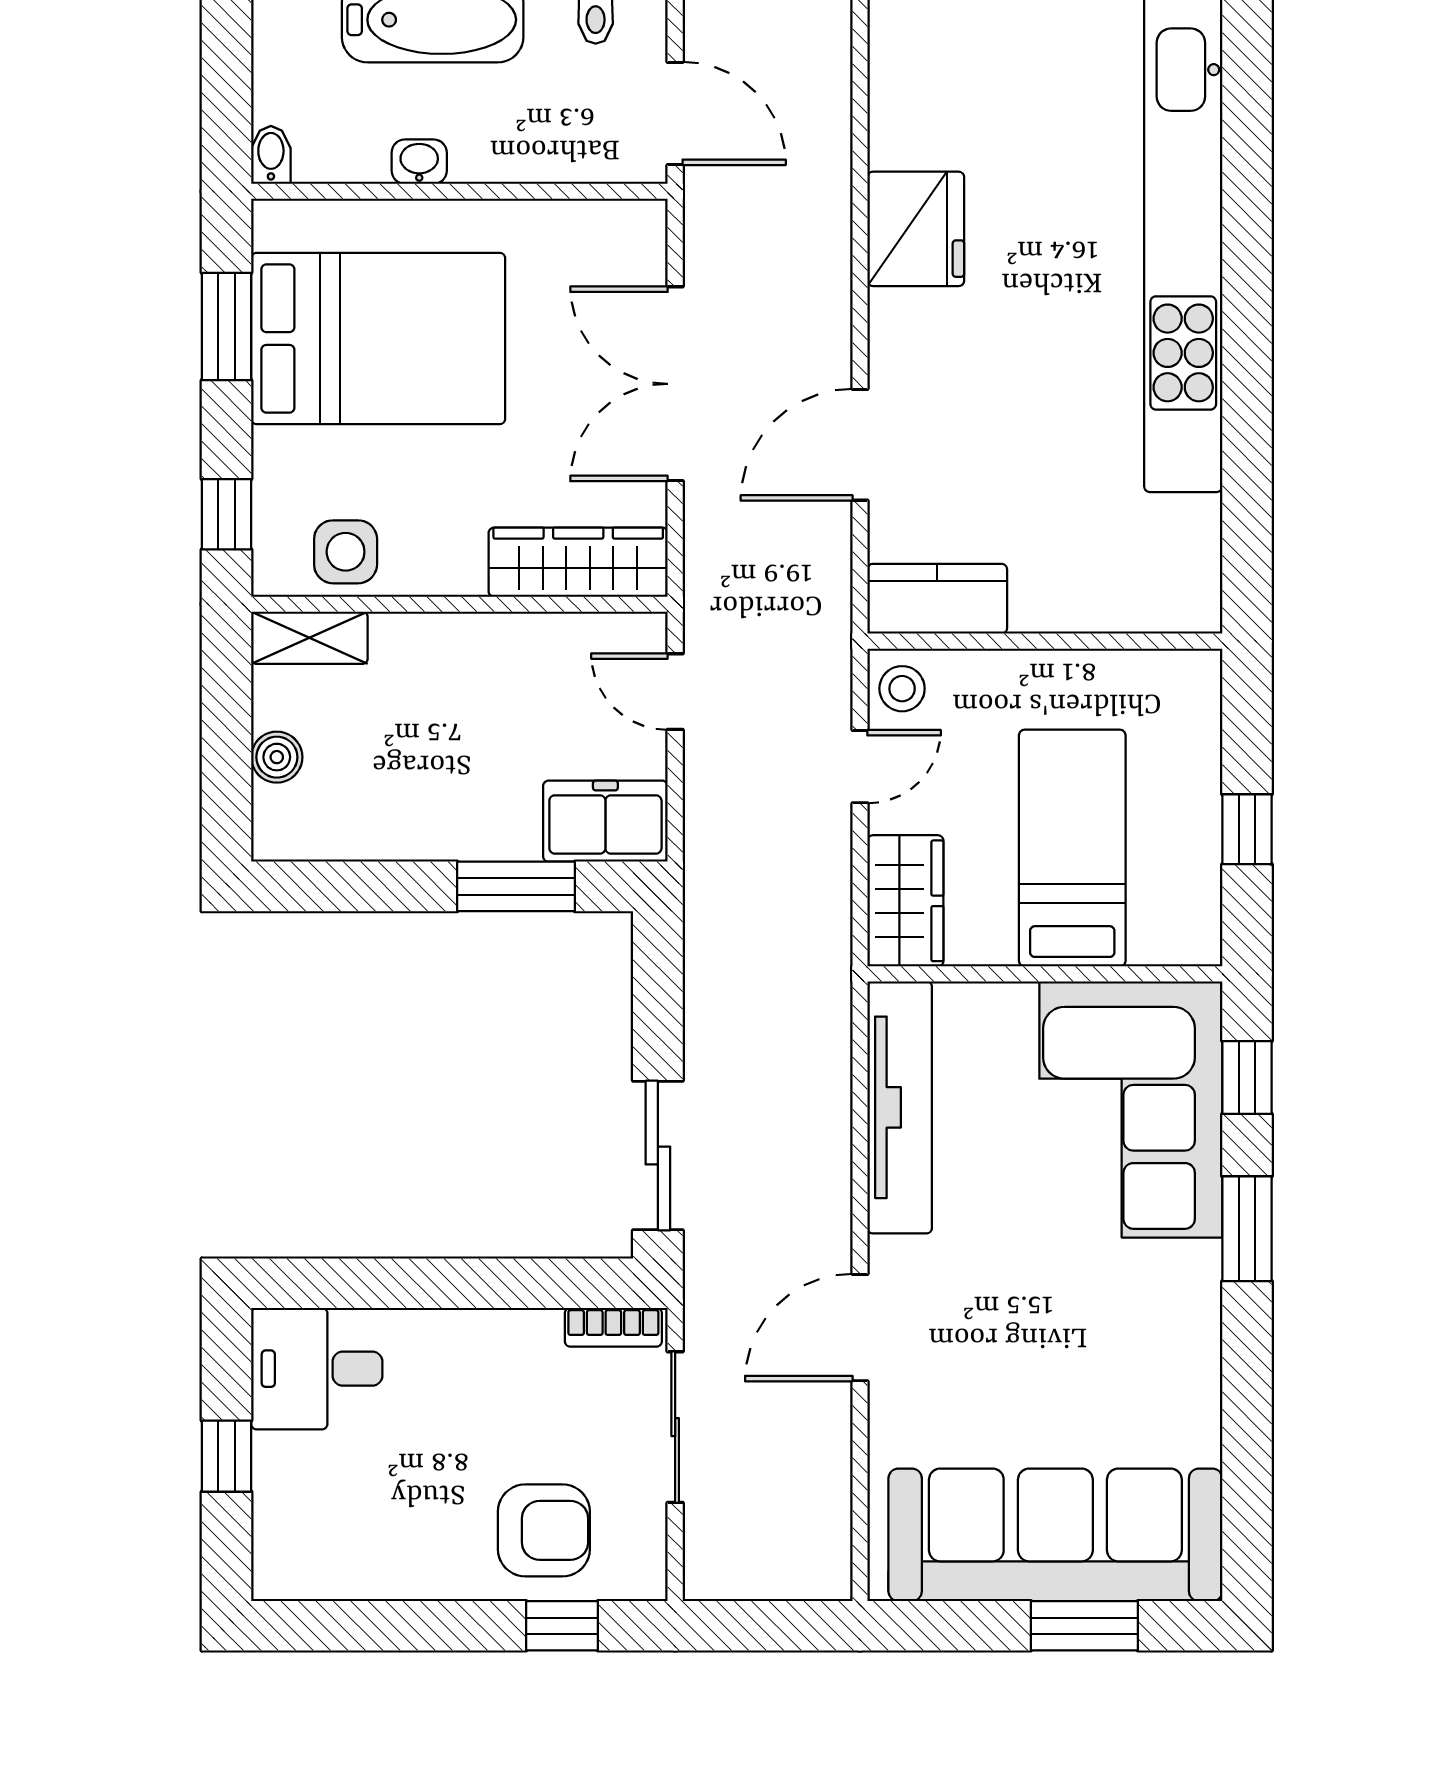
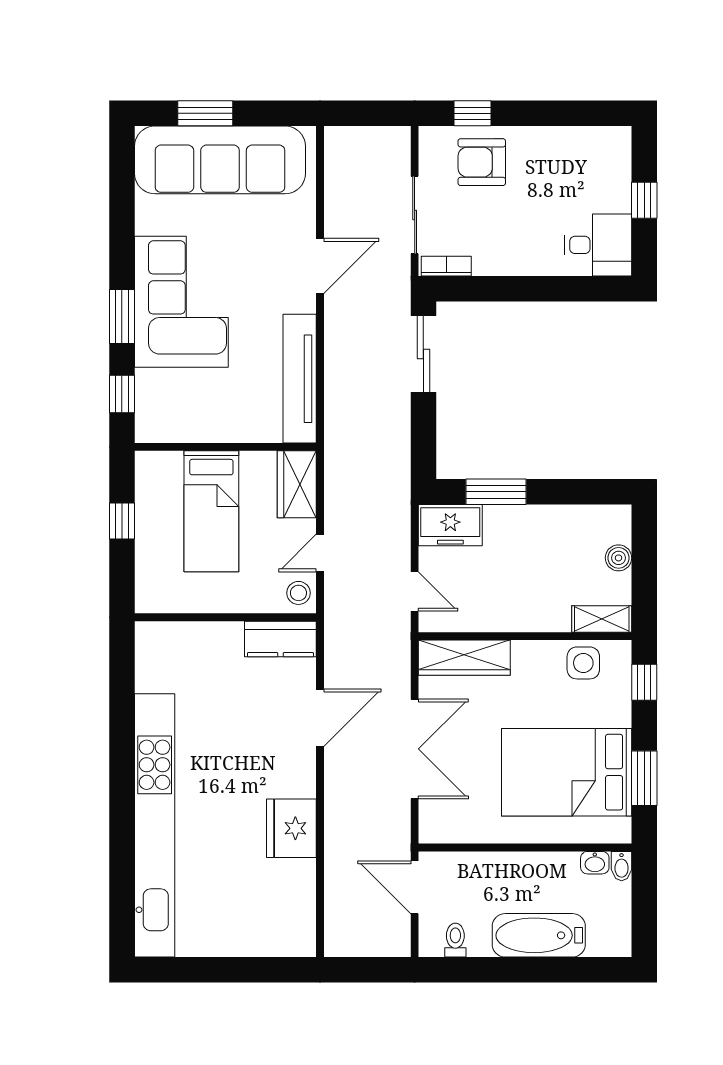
washbasin: (419, 162) -> (595, 863), moved
corner sofa: (1131, 1109) -> (181, 302), moved

